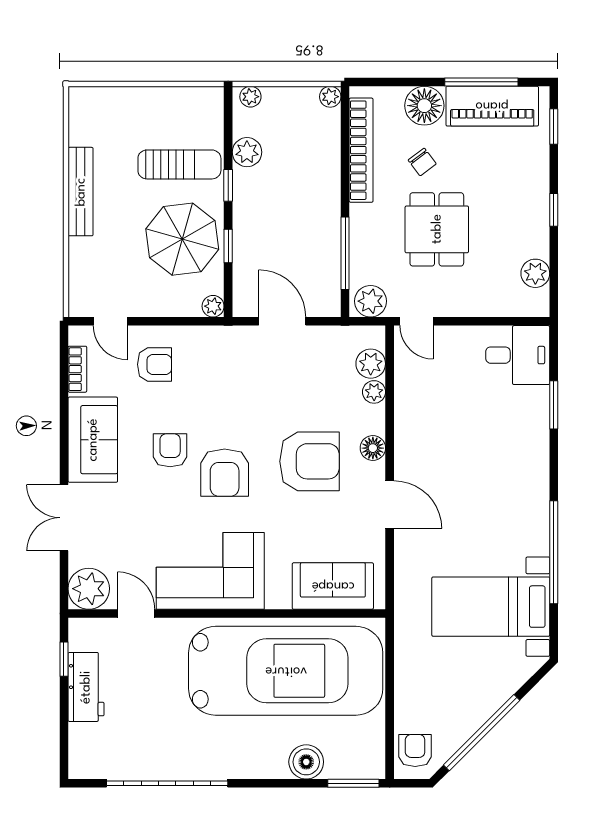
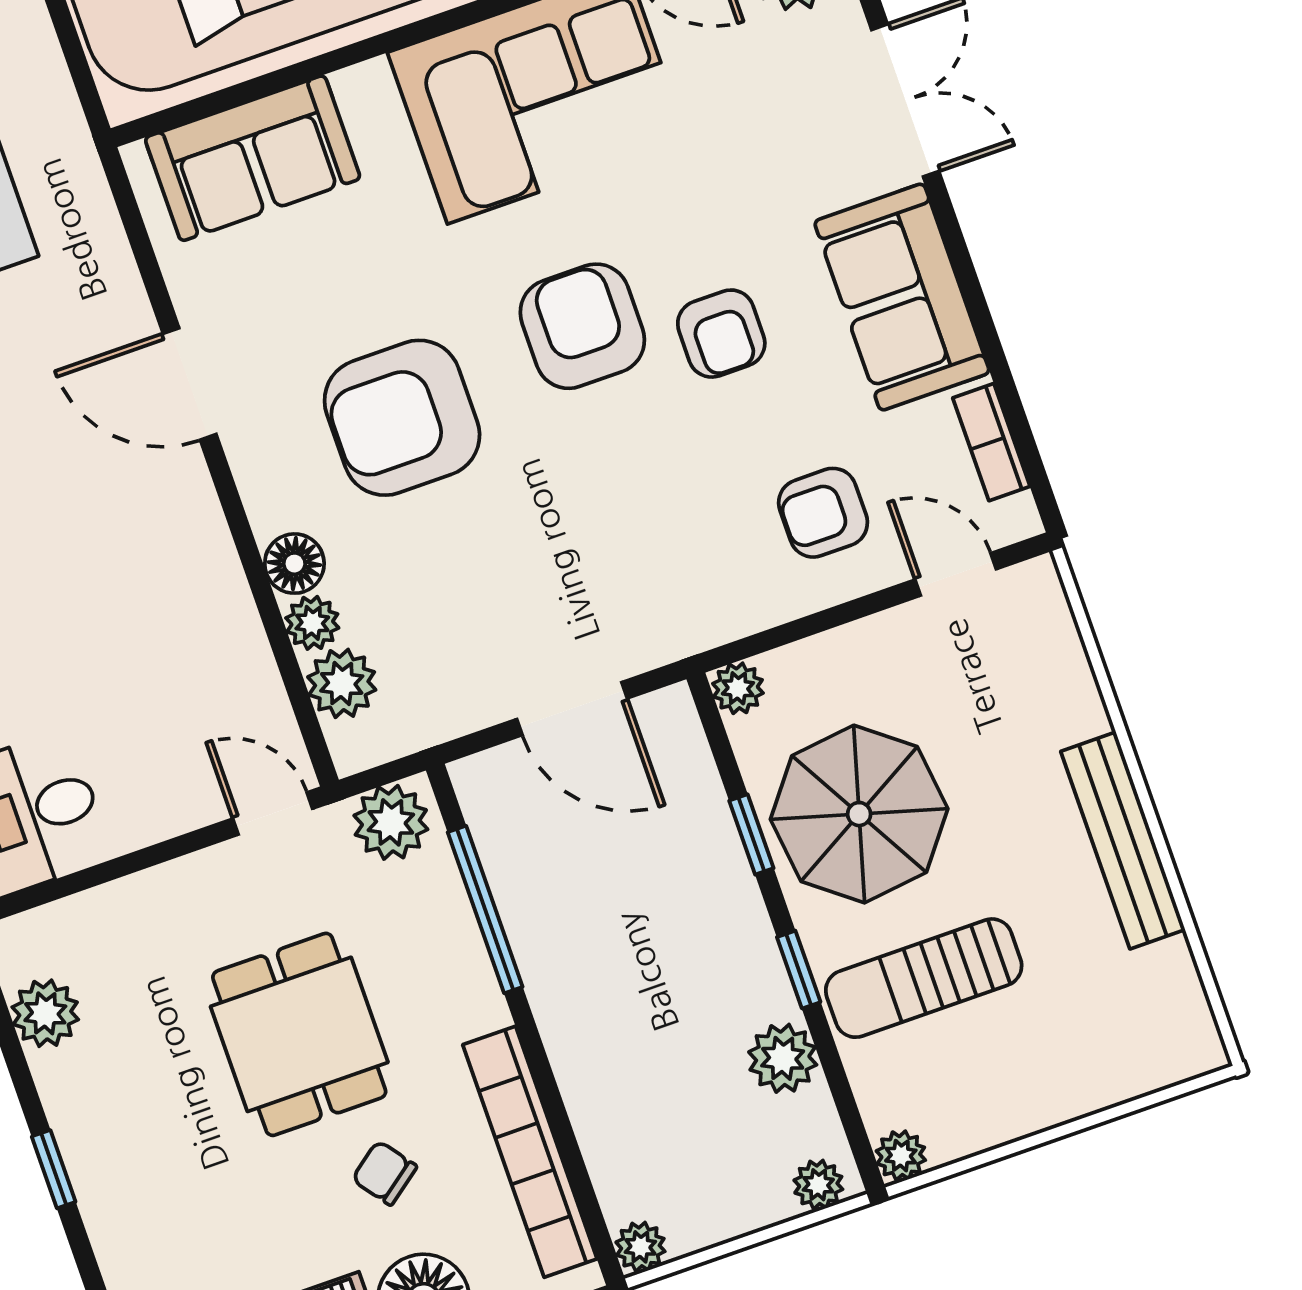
plant: (213, 97) -> (901, 1156), added
floor lamp: (373, 448) -> (294, 564), moved

